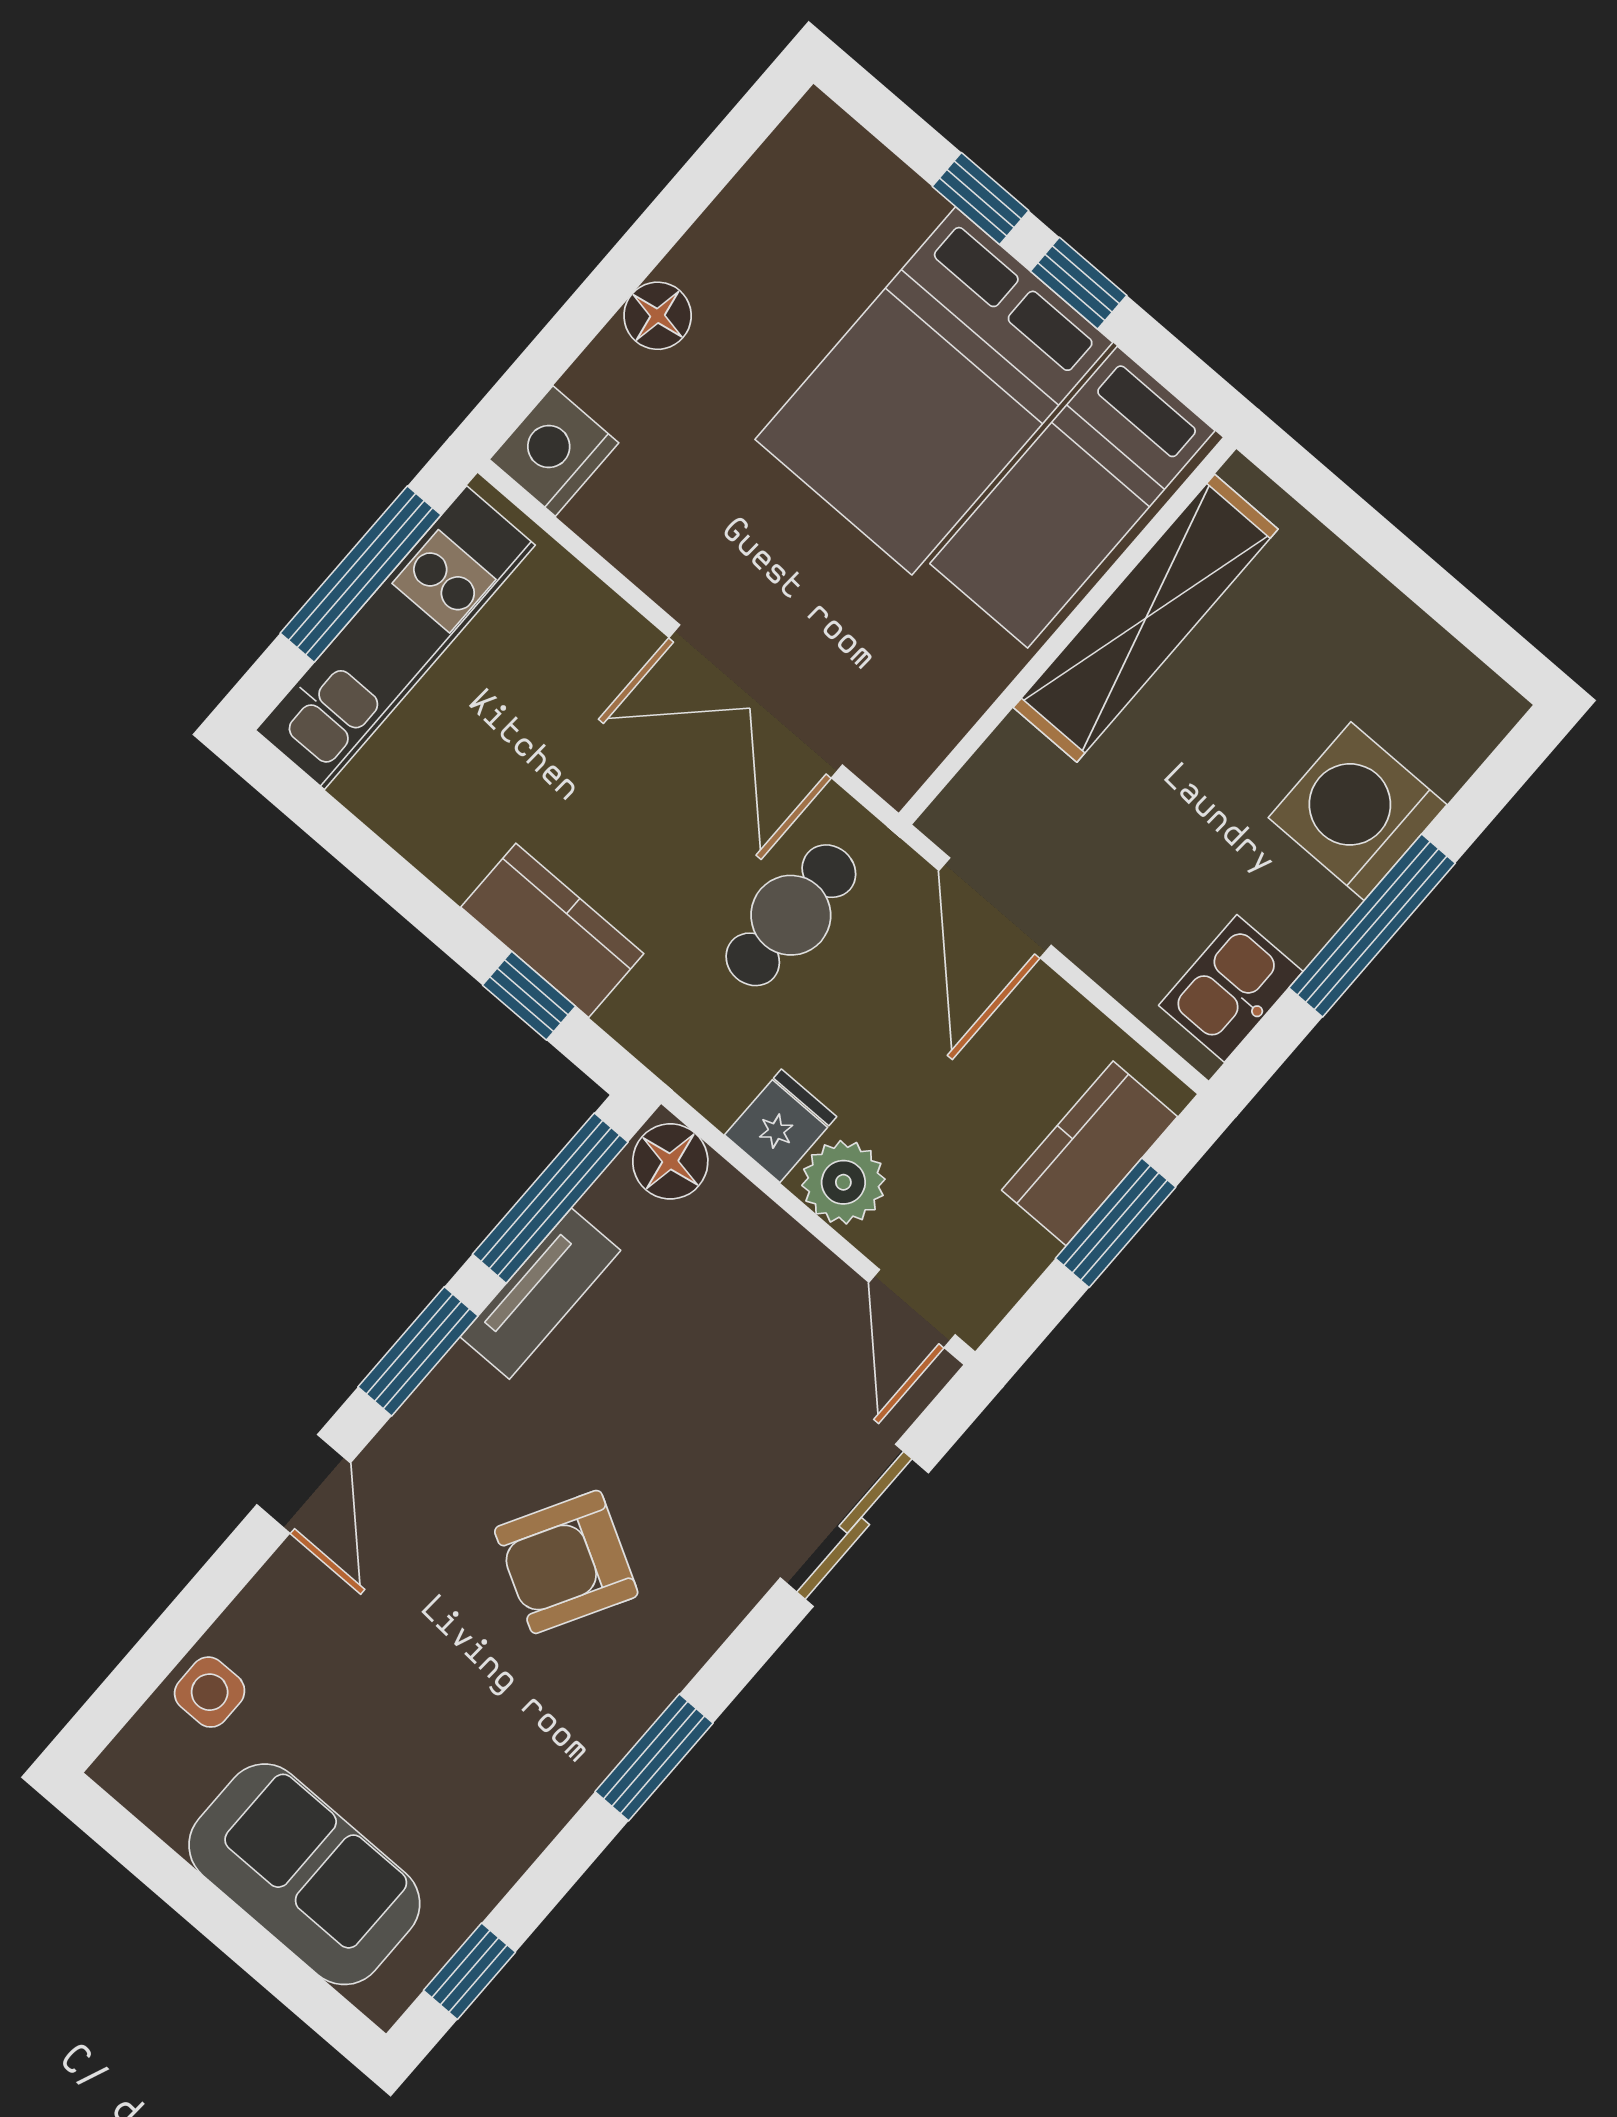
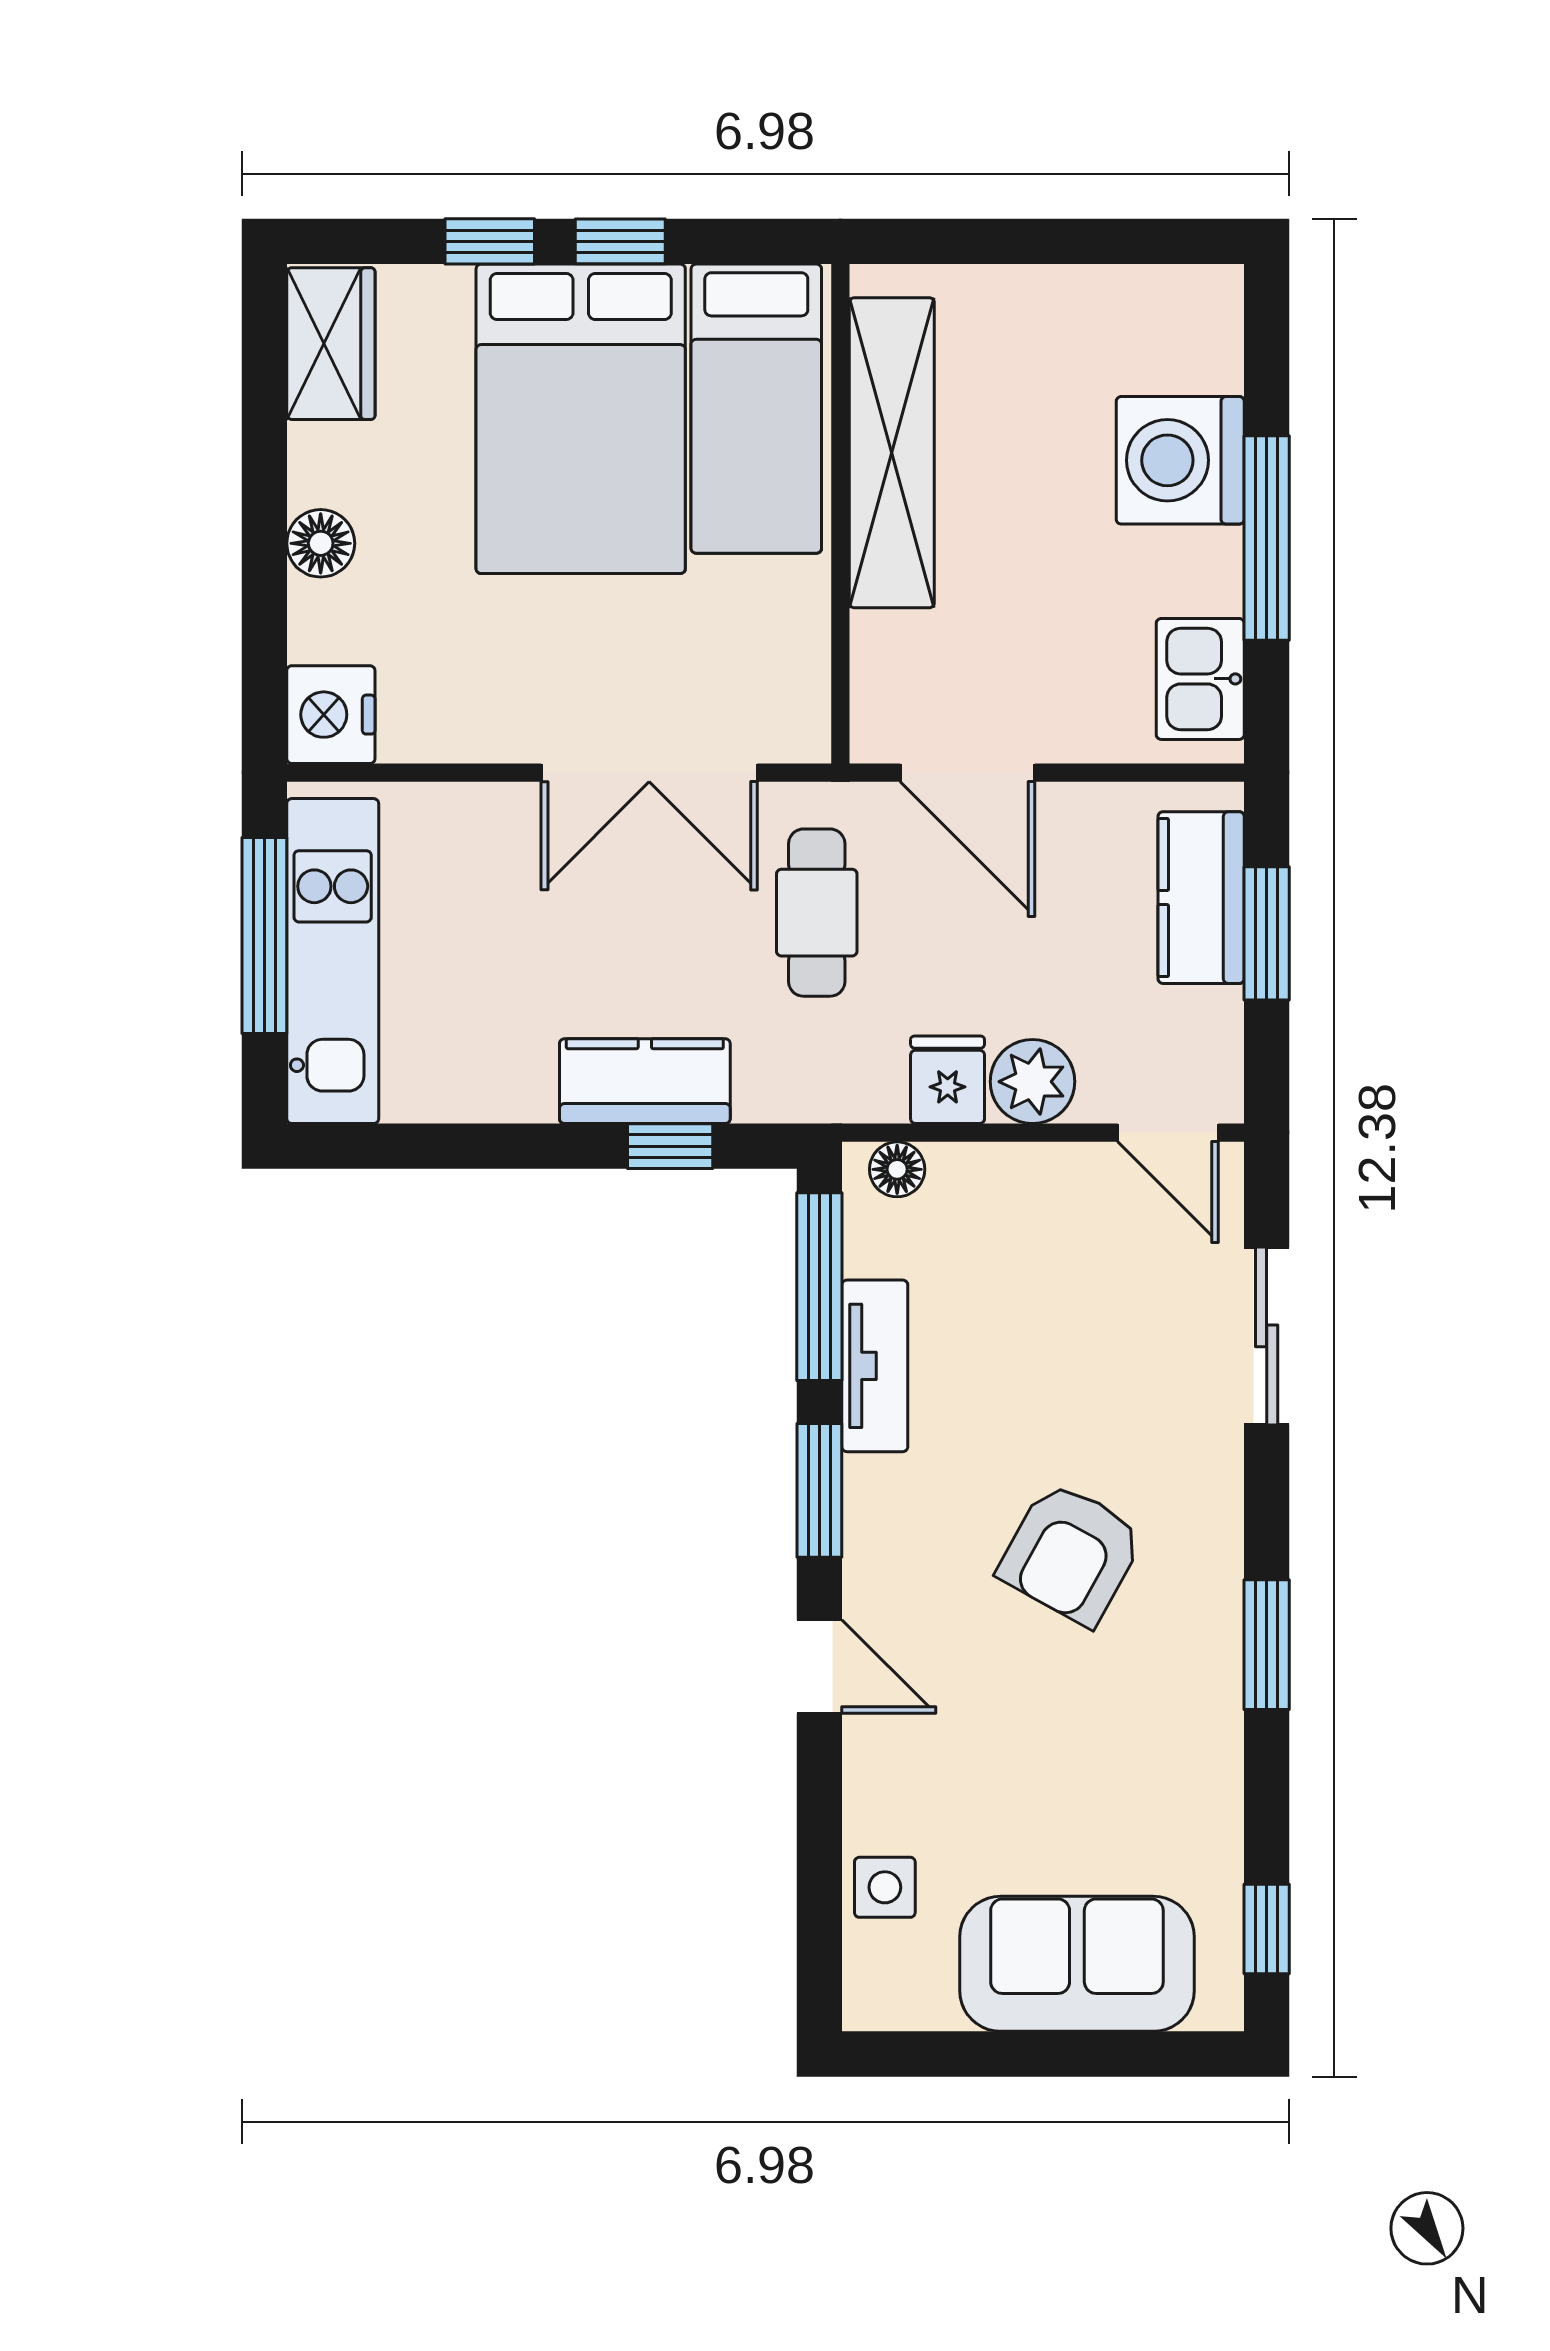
wardrobe: (795, 172) -> (331, 344), added
floor lamp: (670, 1161) -> (897, 1169), width x0.73, depth x0.73

